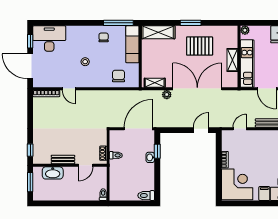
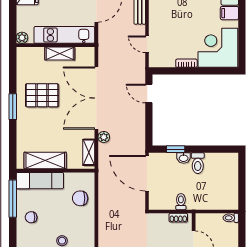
shelving: (158, 32) -> (45, 160), moved, turned 90
pallet: (200, 46) -> (42, 95), turned 90
toilet: (146, 196) -> (198, 163), moved

